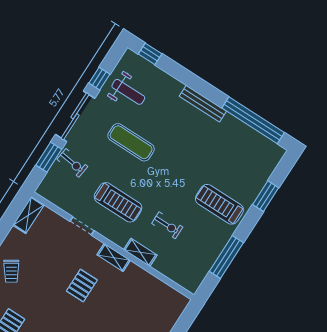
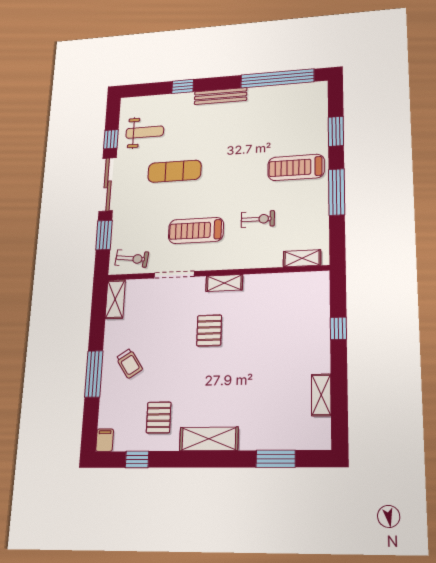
window: (150, 54) -> (183, 86), moved
exercise bike: (72, 163) -> (132, 259), moved
treadmill: (118, 202) -> (196, 230), turned 180
doorway: (82, 226) -> (174, 275), width x1.38
shelving: (140, 252) -> (302, 258), moved
window: (226, 257) -> (337, 192), moved

